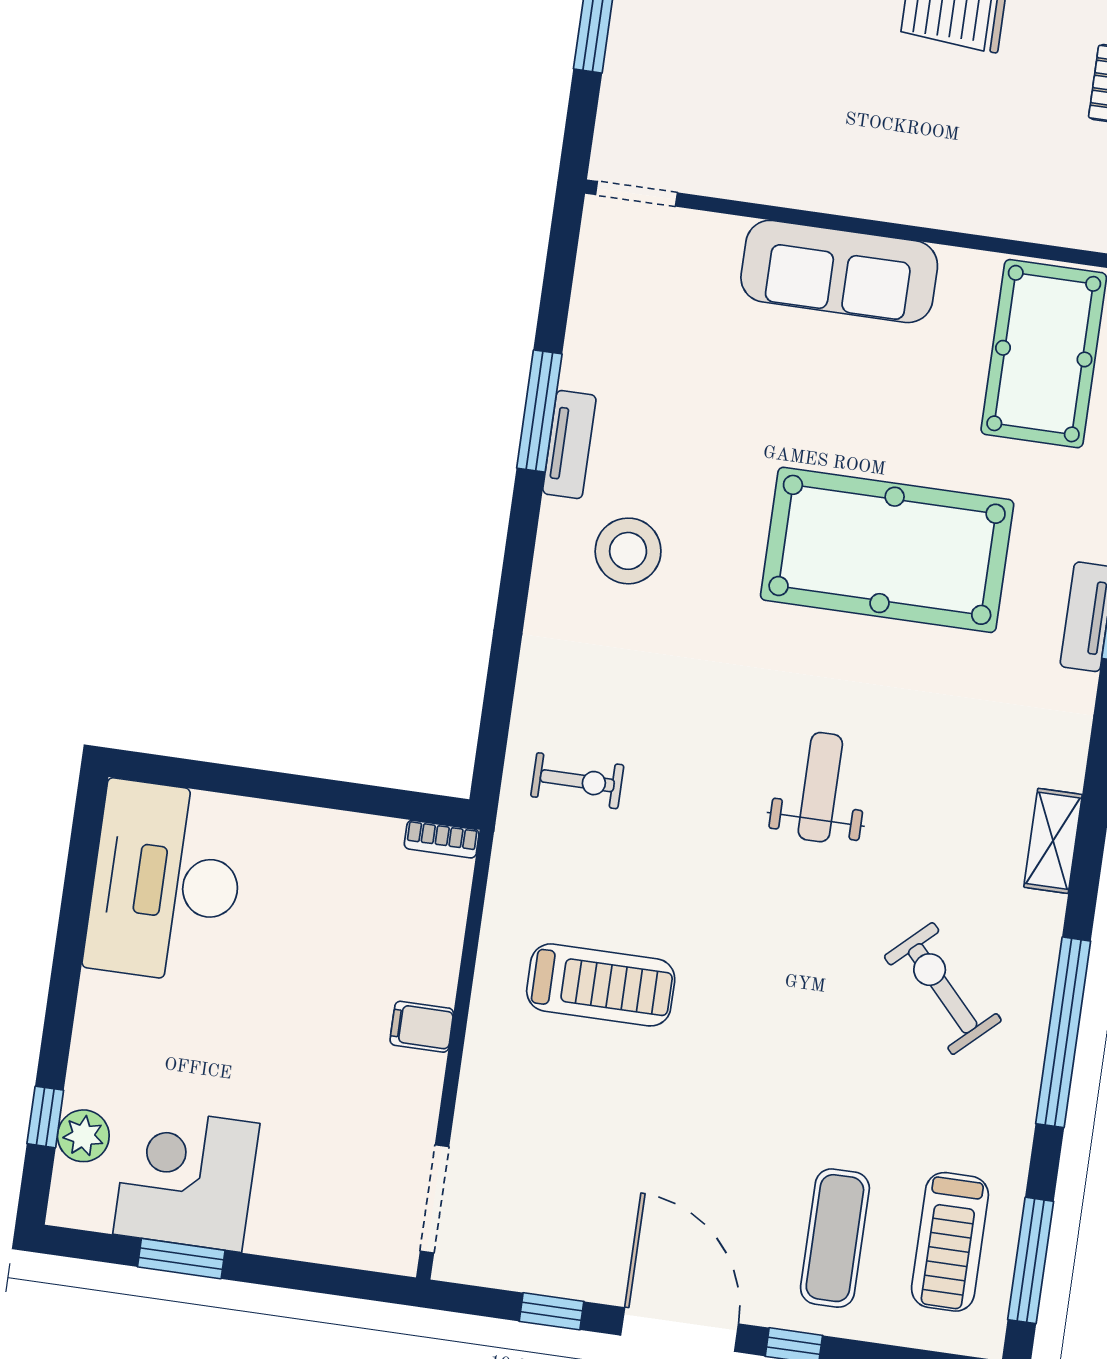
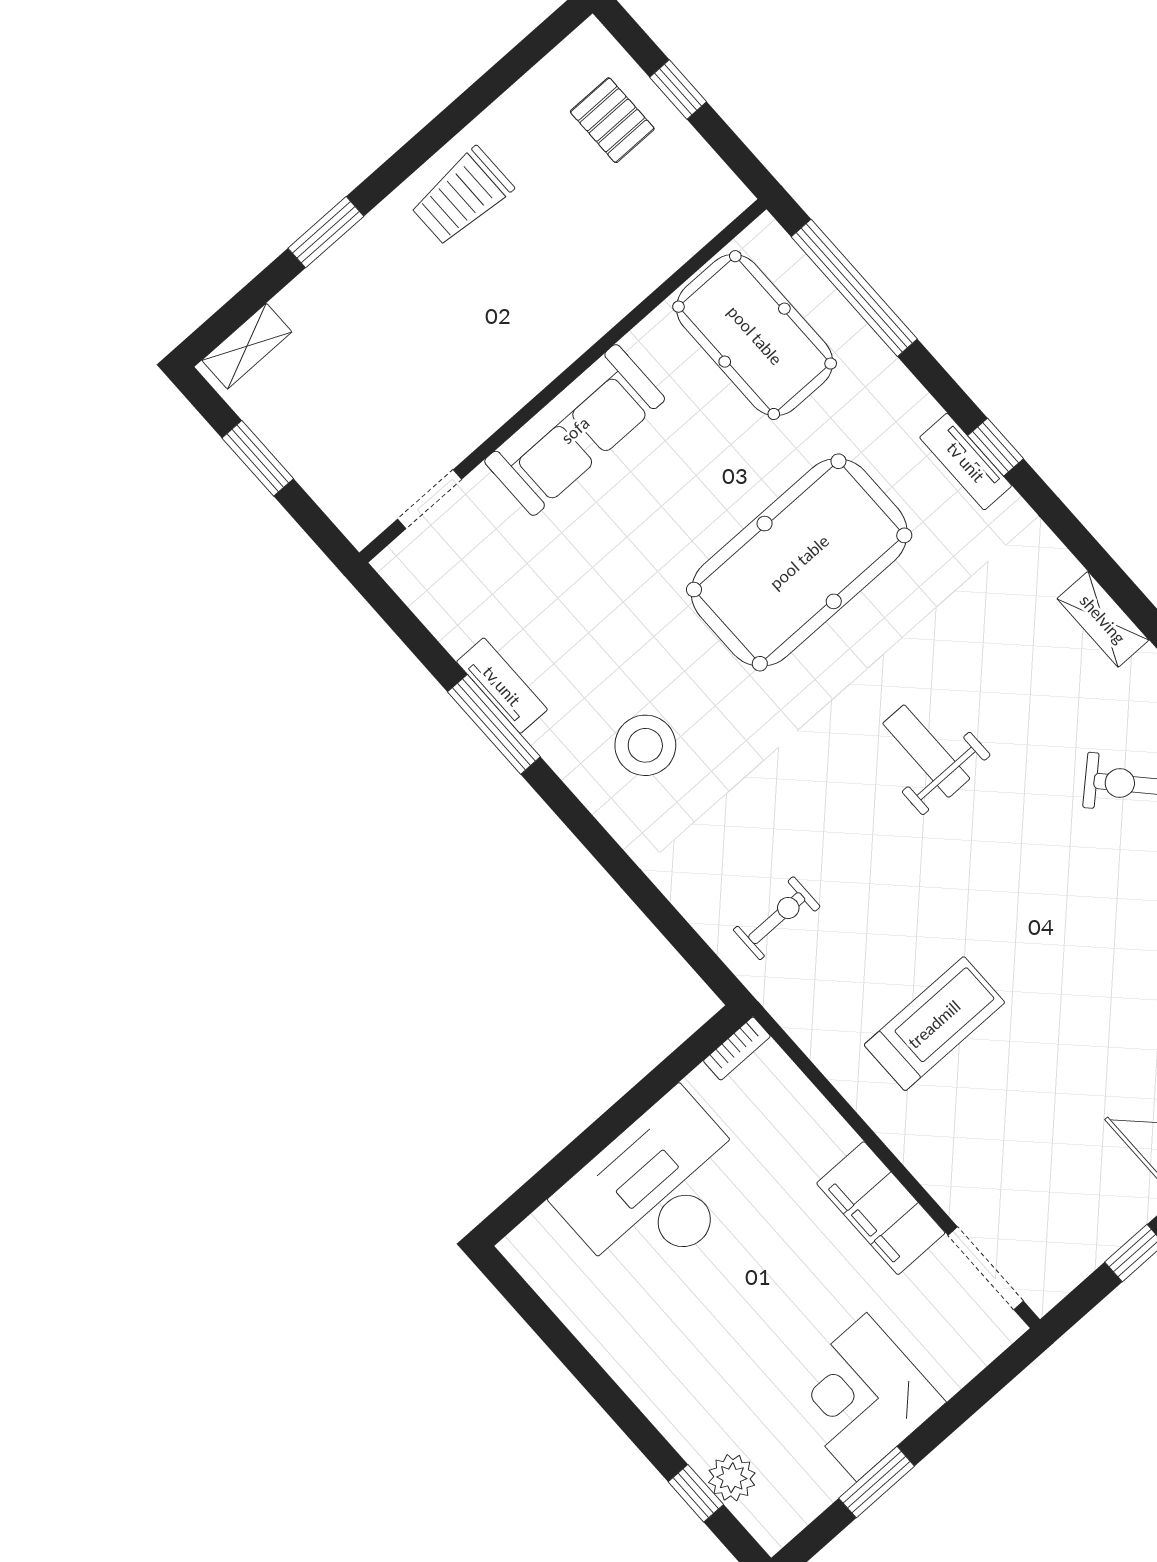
doorway: (636, 194) -> (430, 499), moved
tv unit: (569, 445) -> (502, 686), moved
desk: (166, 882) -> (657, 1190), moved, turned 90
filing cabinet: (422, 1027) -> (881, 1208), width x3.00, depth x1.17
corner desk: (186, 1179) -> (862, 1397), moved

